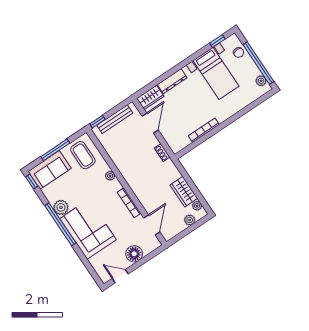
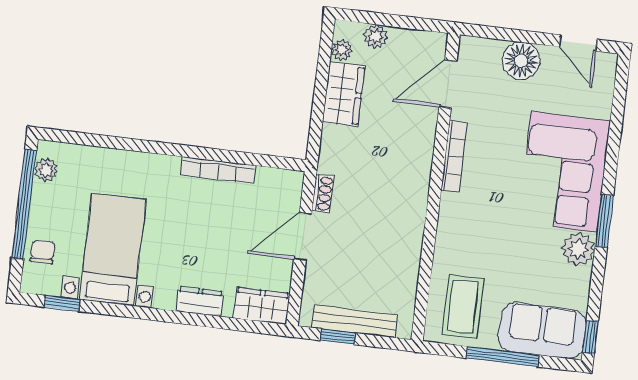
dresser: (172, 81) -> (200, 301), width x0.70
window: (97, 122) -> (338, 337), moved
door: (150, 123) -> (303, 236), moved
plant: (110, 176) -> (447, 231), removed
window: (60, 224) -> (604, 221), width x0.47

